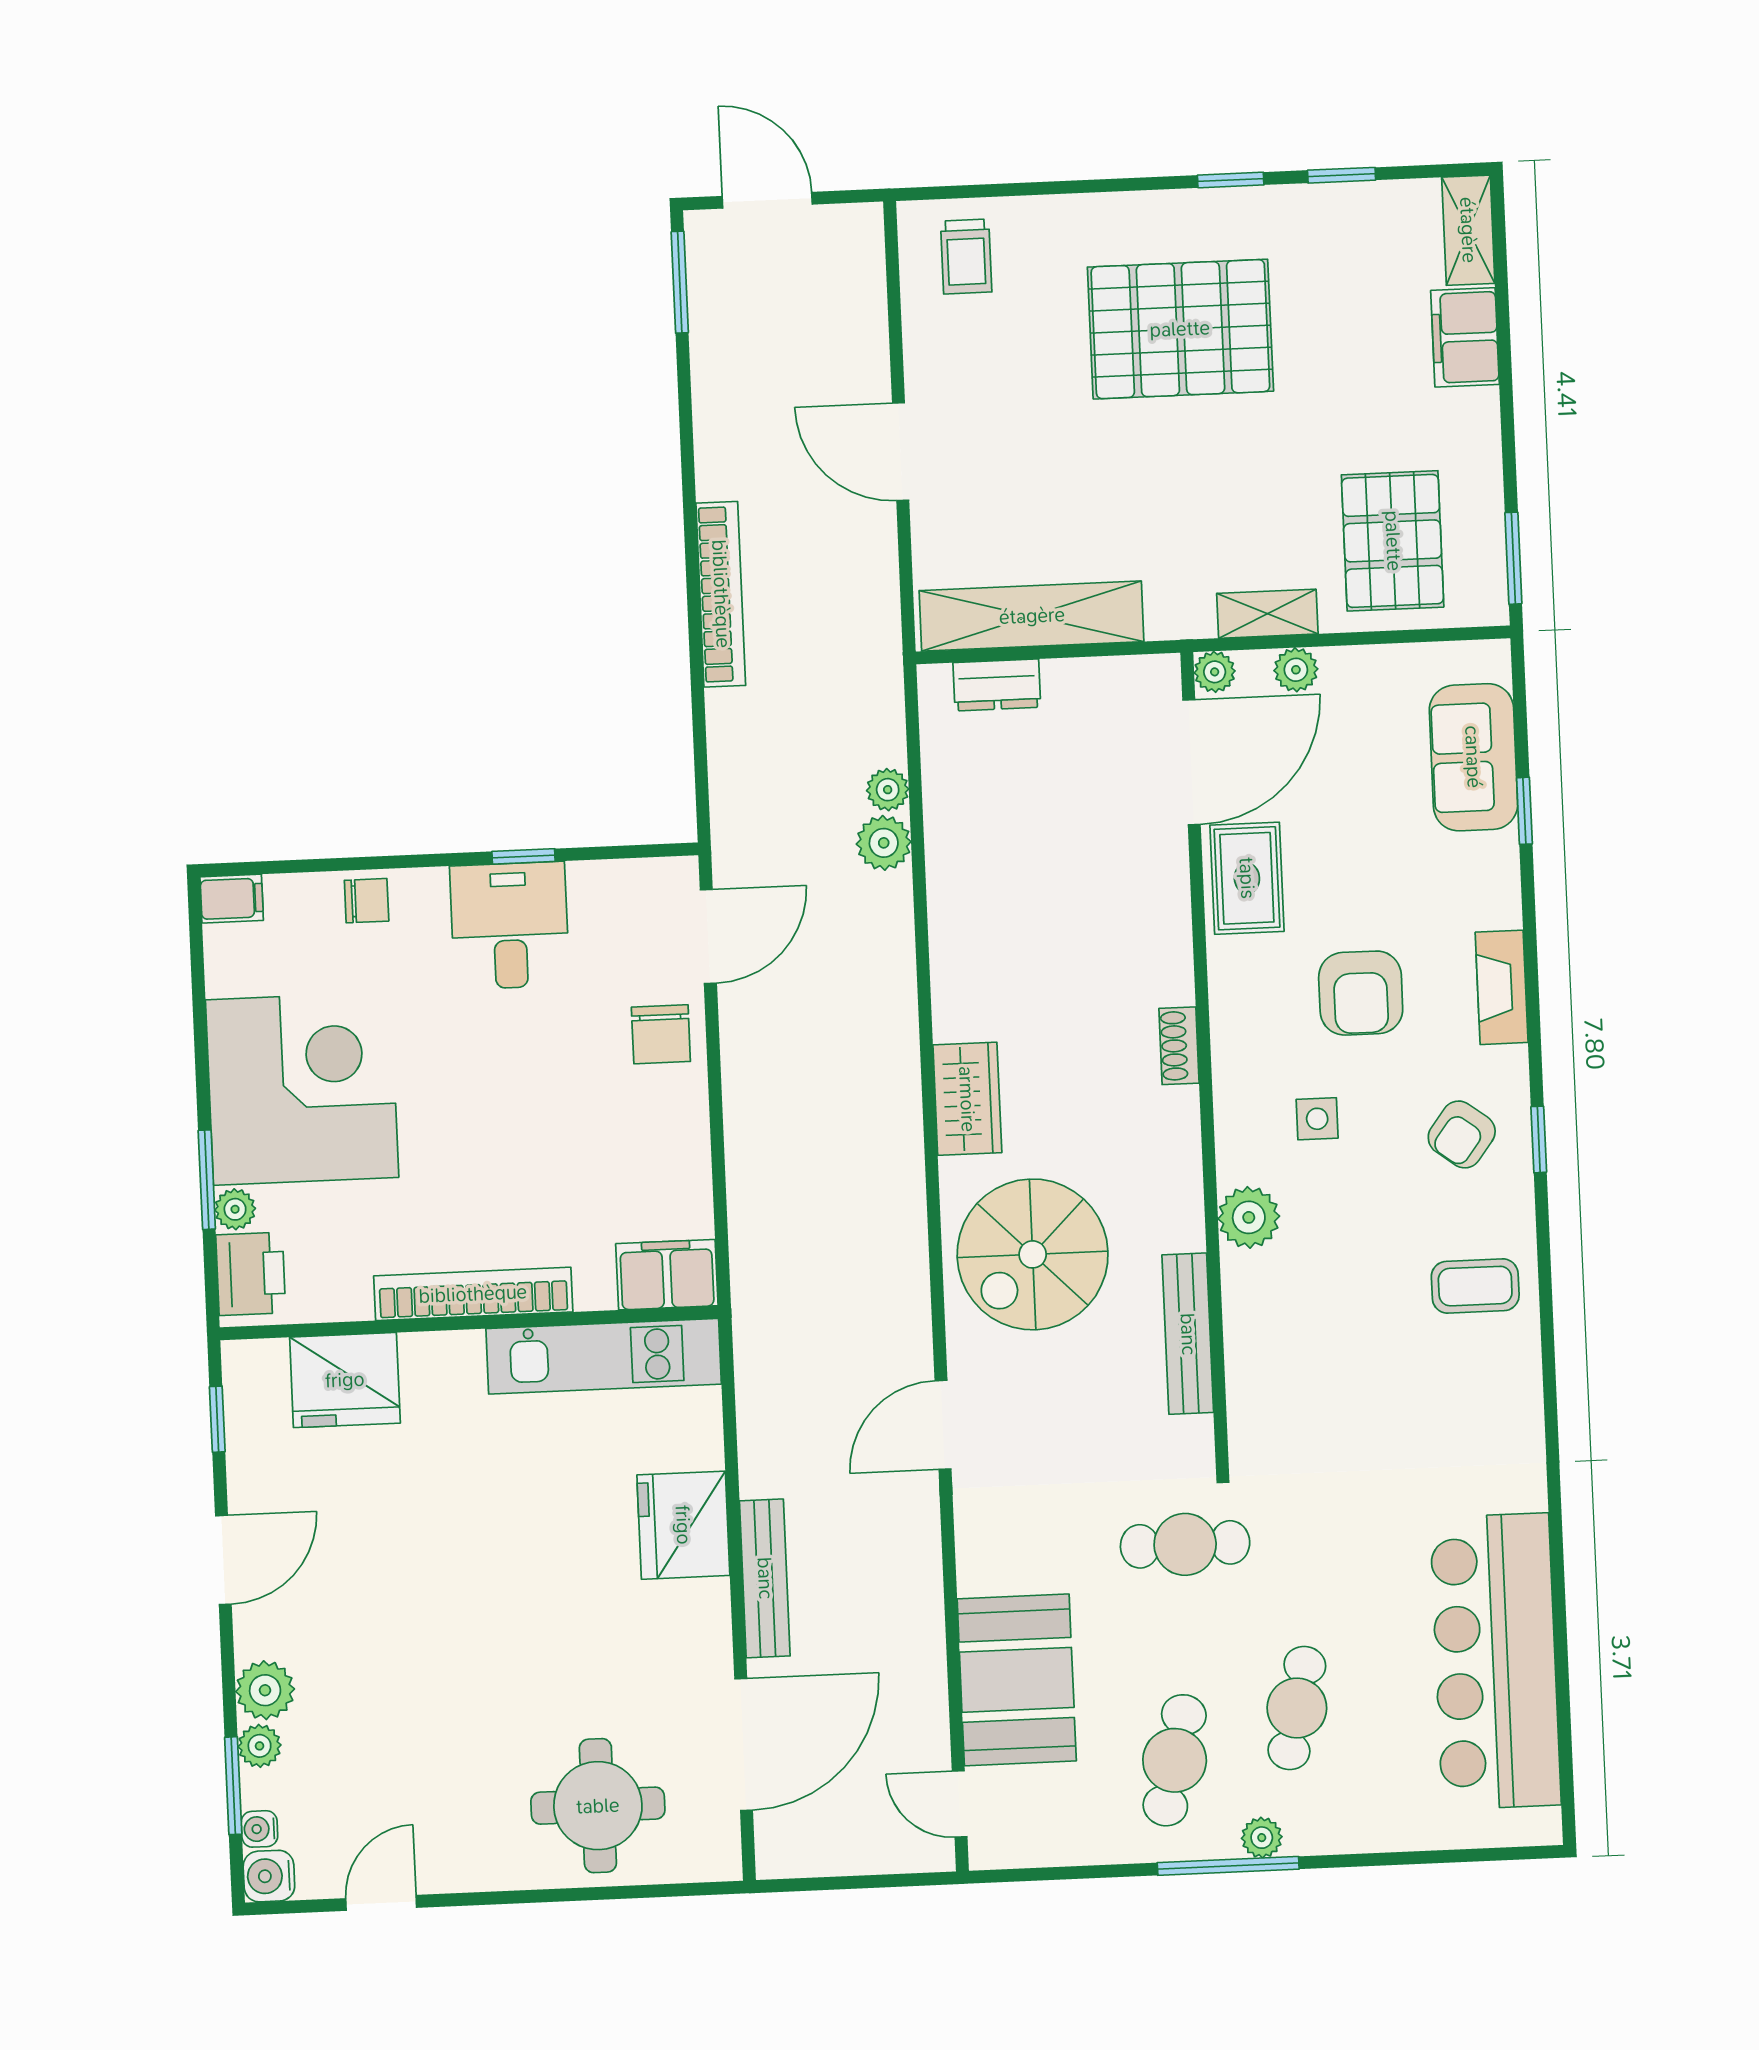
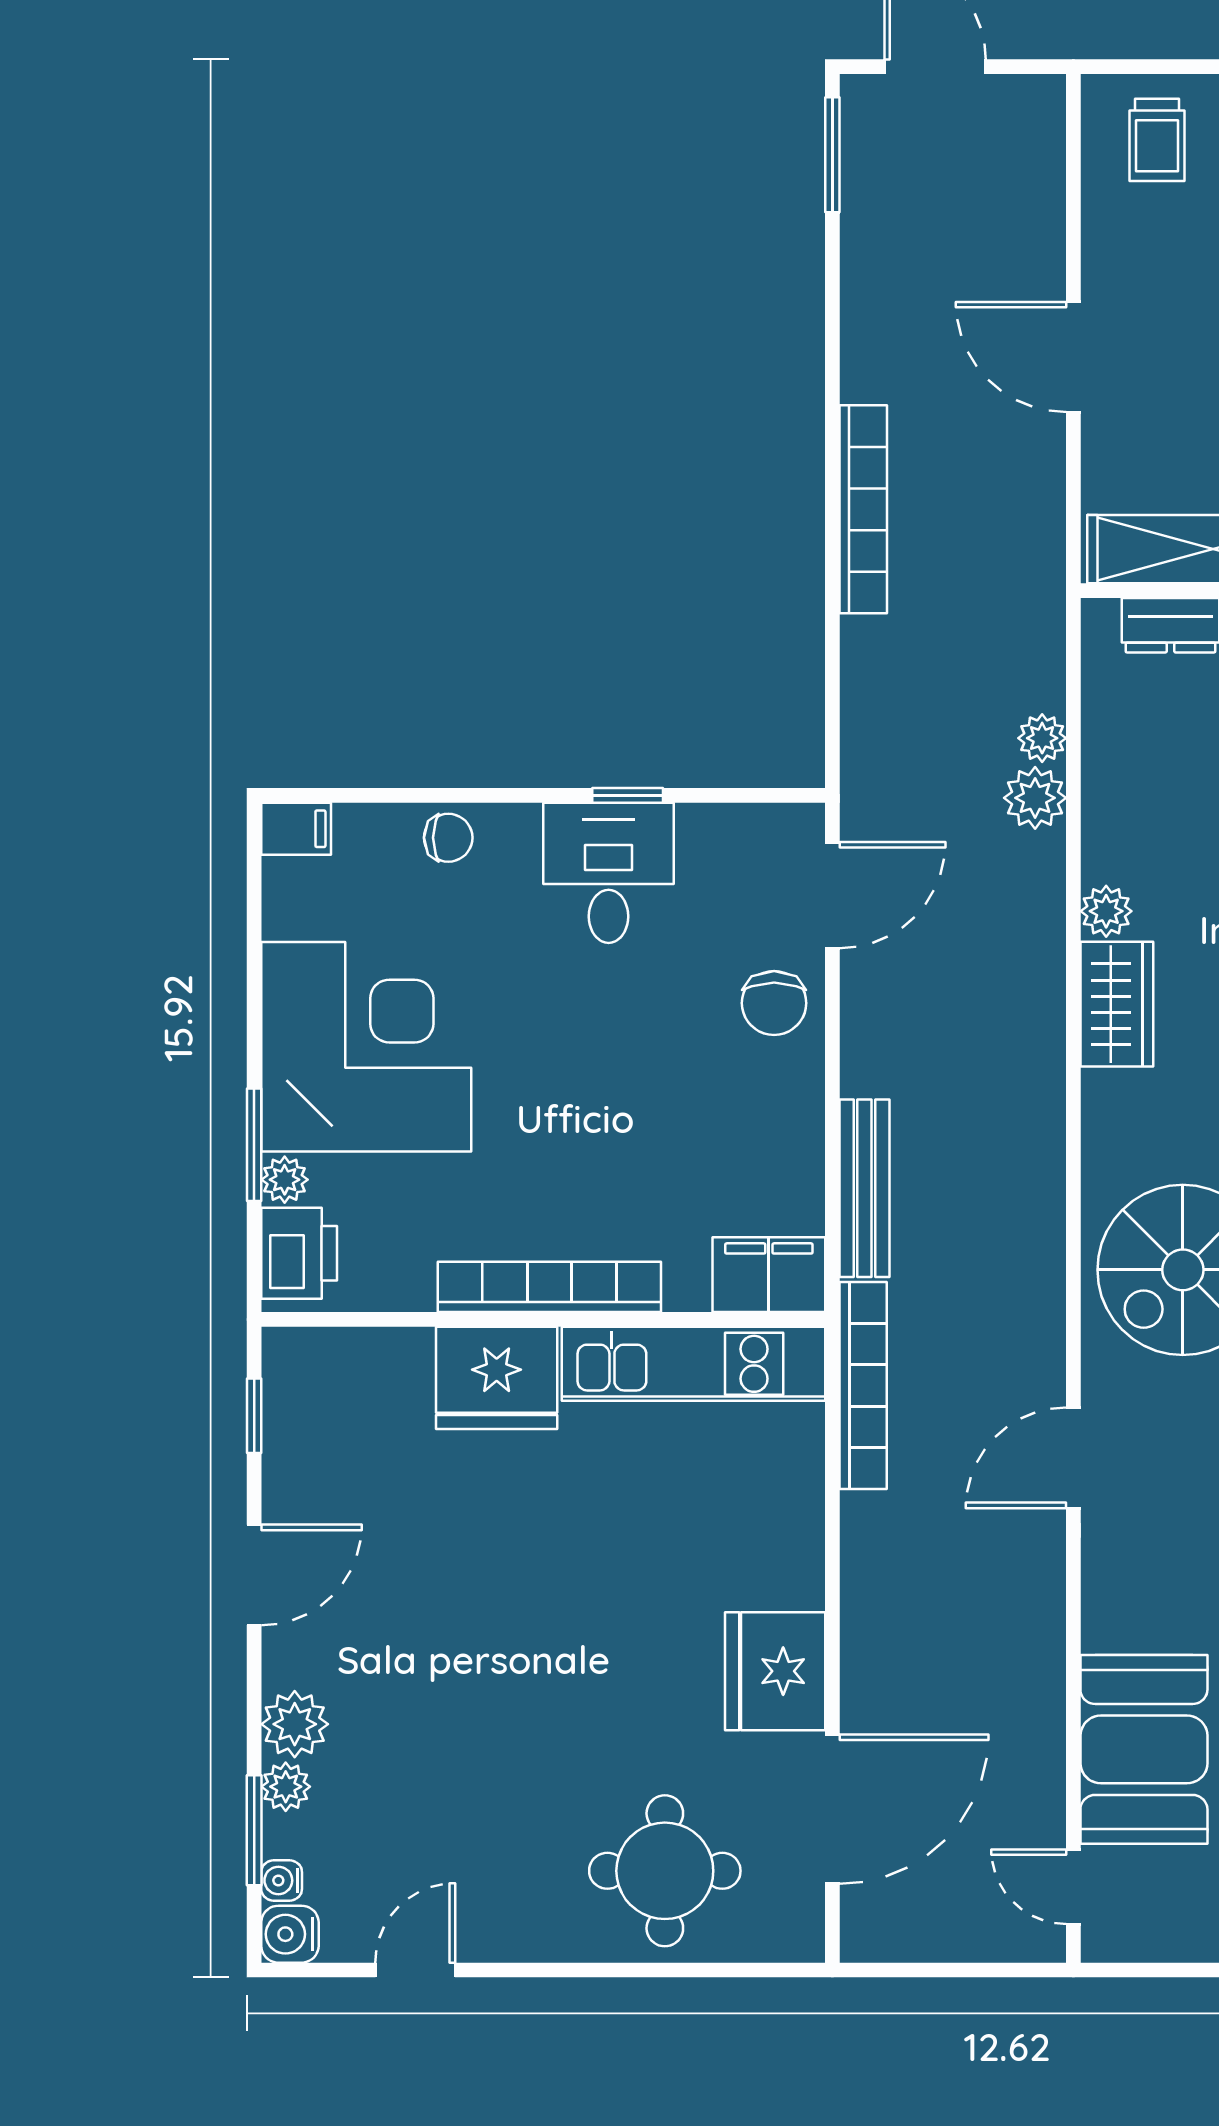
plant: (951, 940) -> (1106, 911), added
wardrobe: (967, 1099) -> (1117, 1004), moved
bookcase: (754, 1369) -> (863, 1386), added
fridge: (345, 1380) -> (497, 1378), moved
fridge: (683, 1525) -> (775, 1671), moved
bench: (765, 1578) -> (864, 1188), moved

